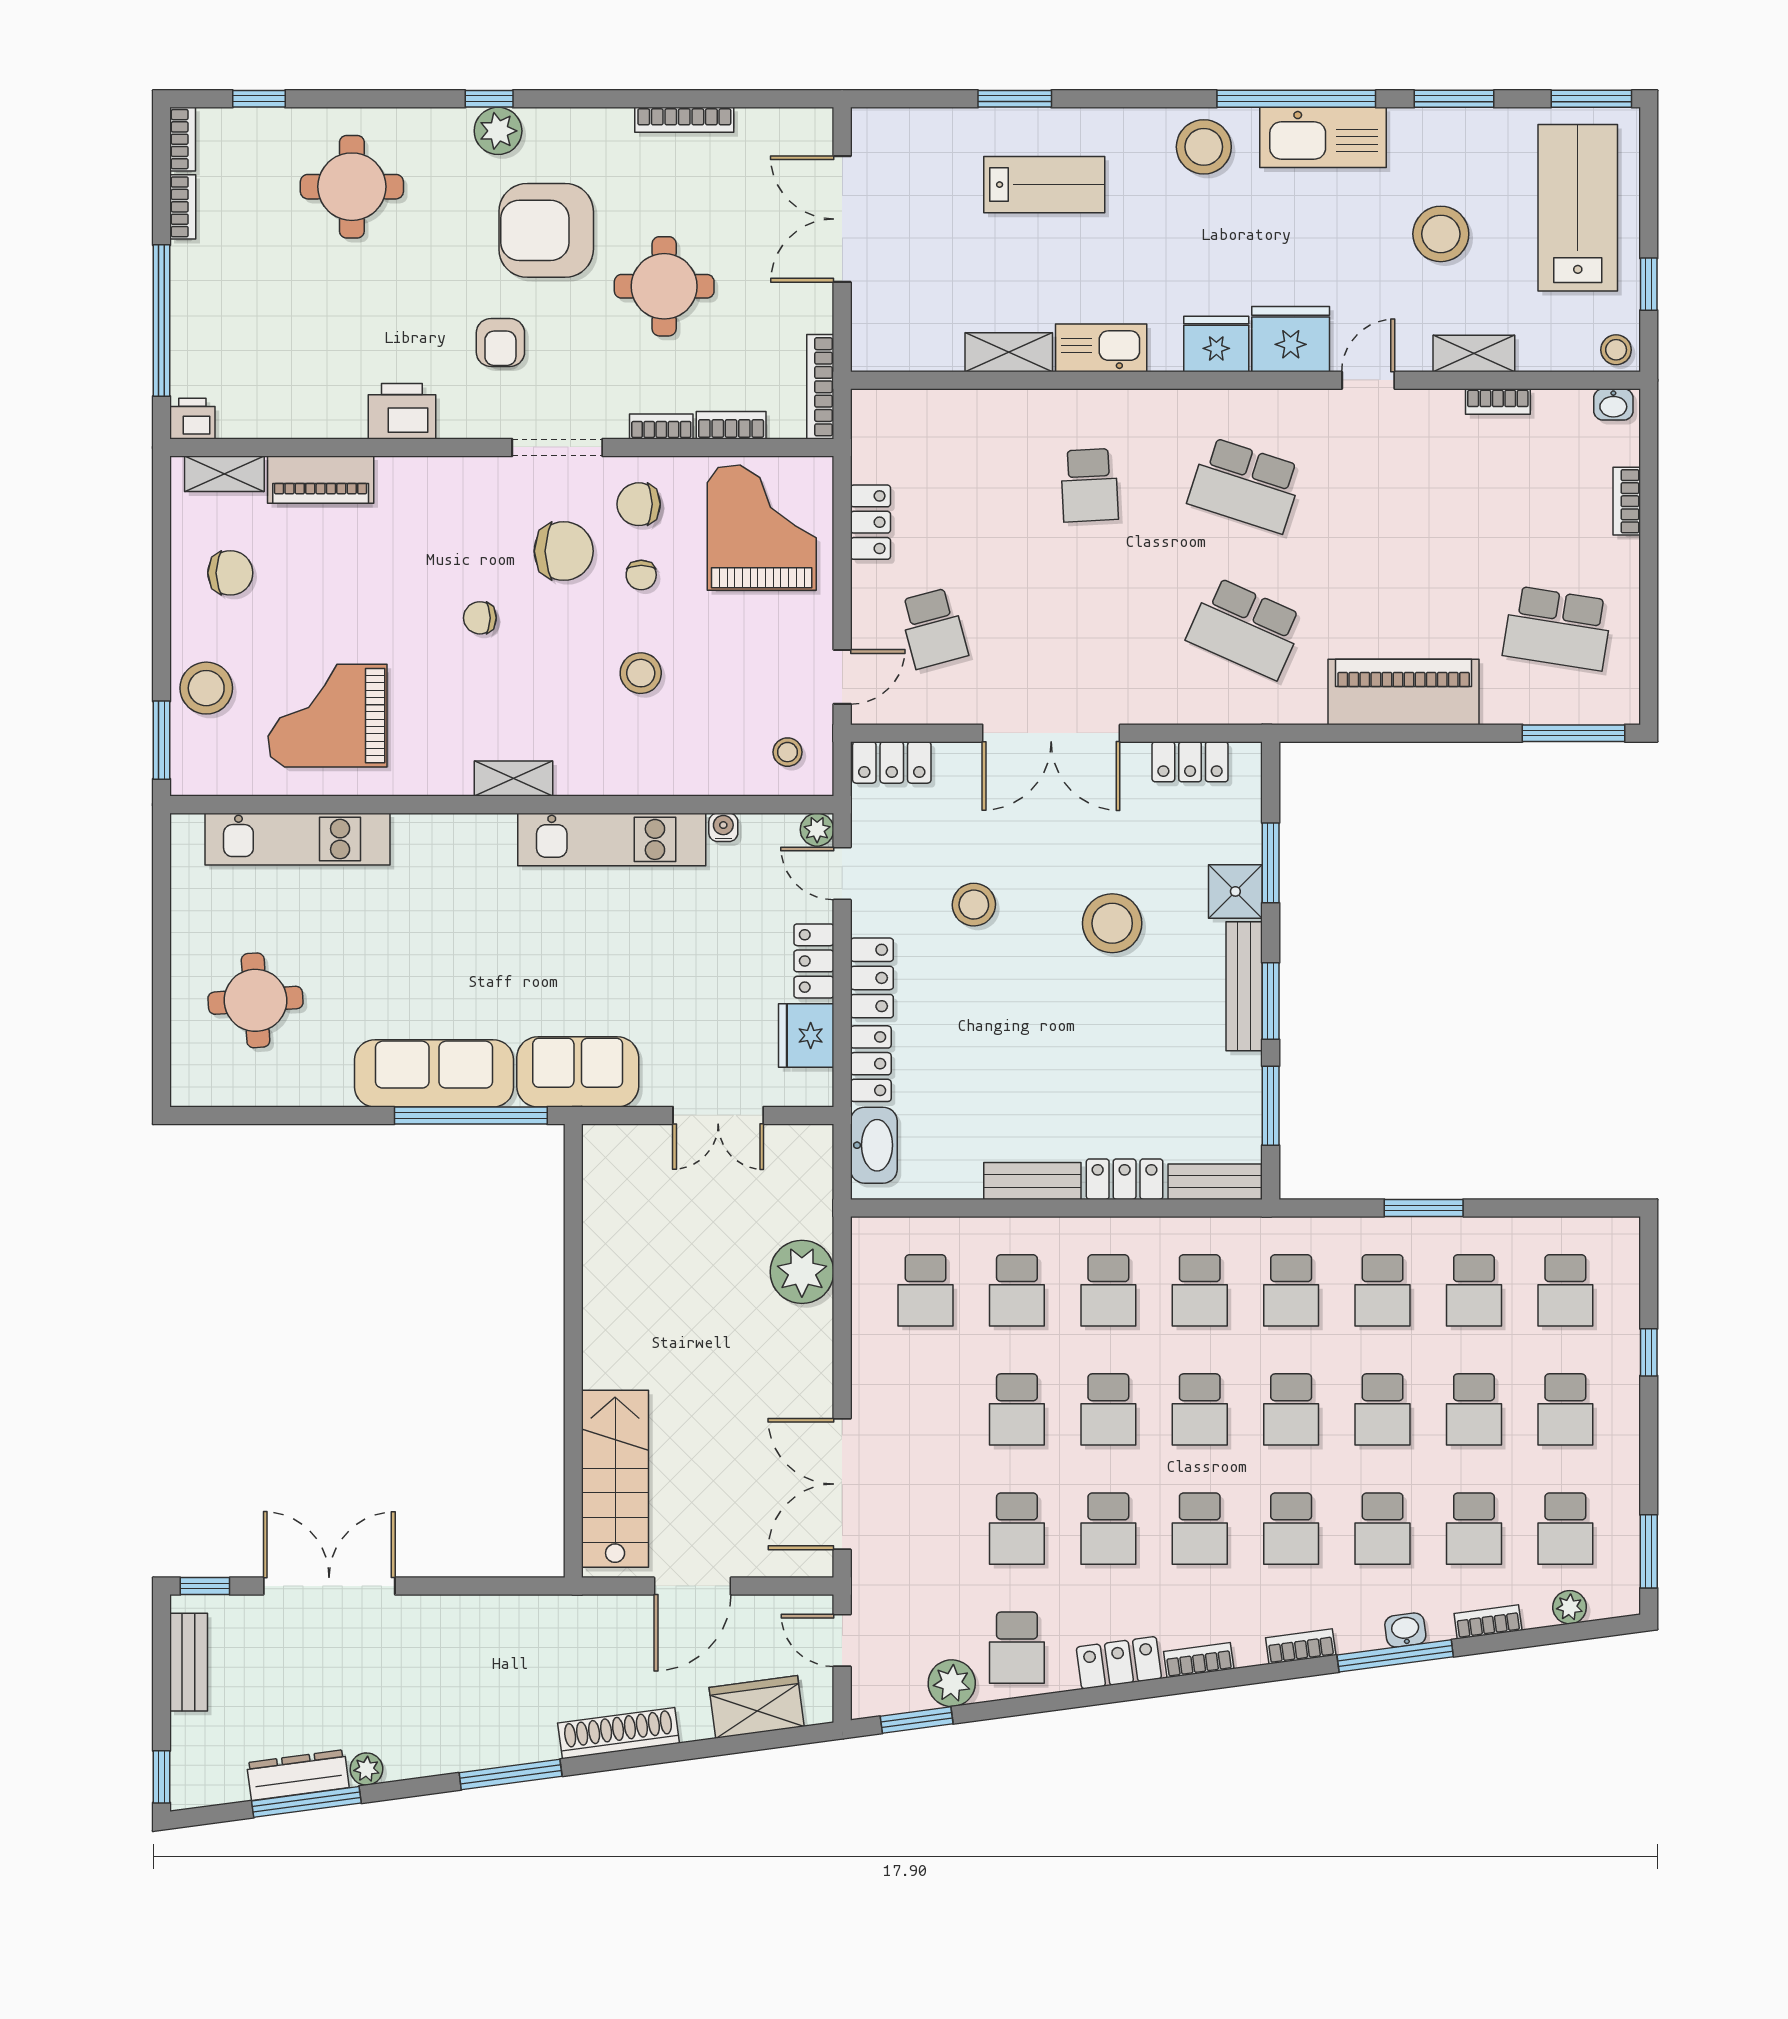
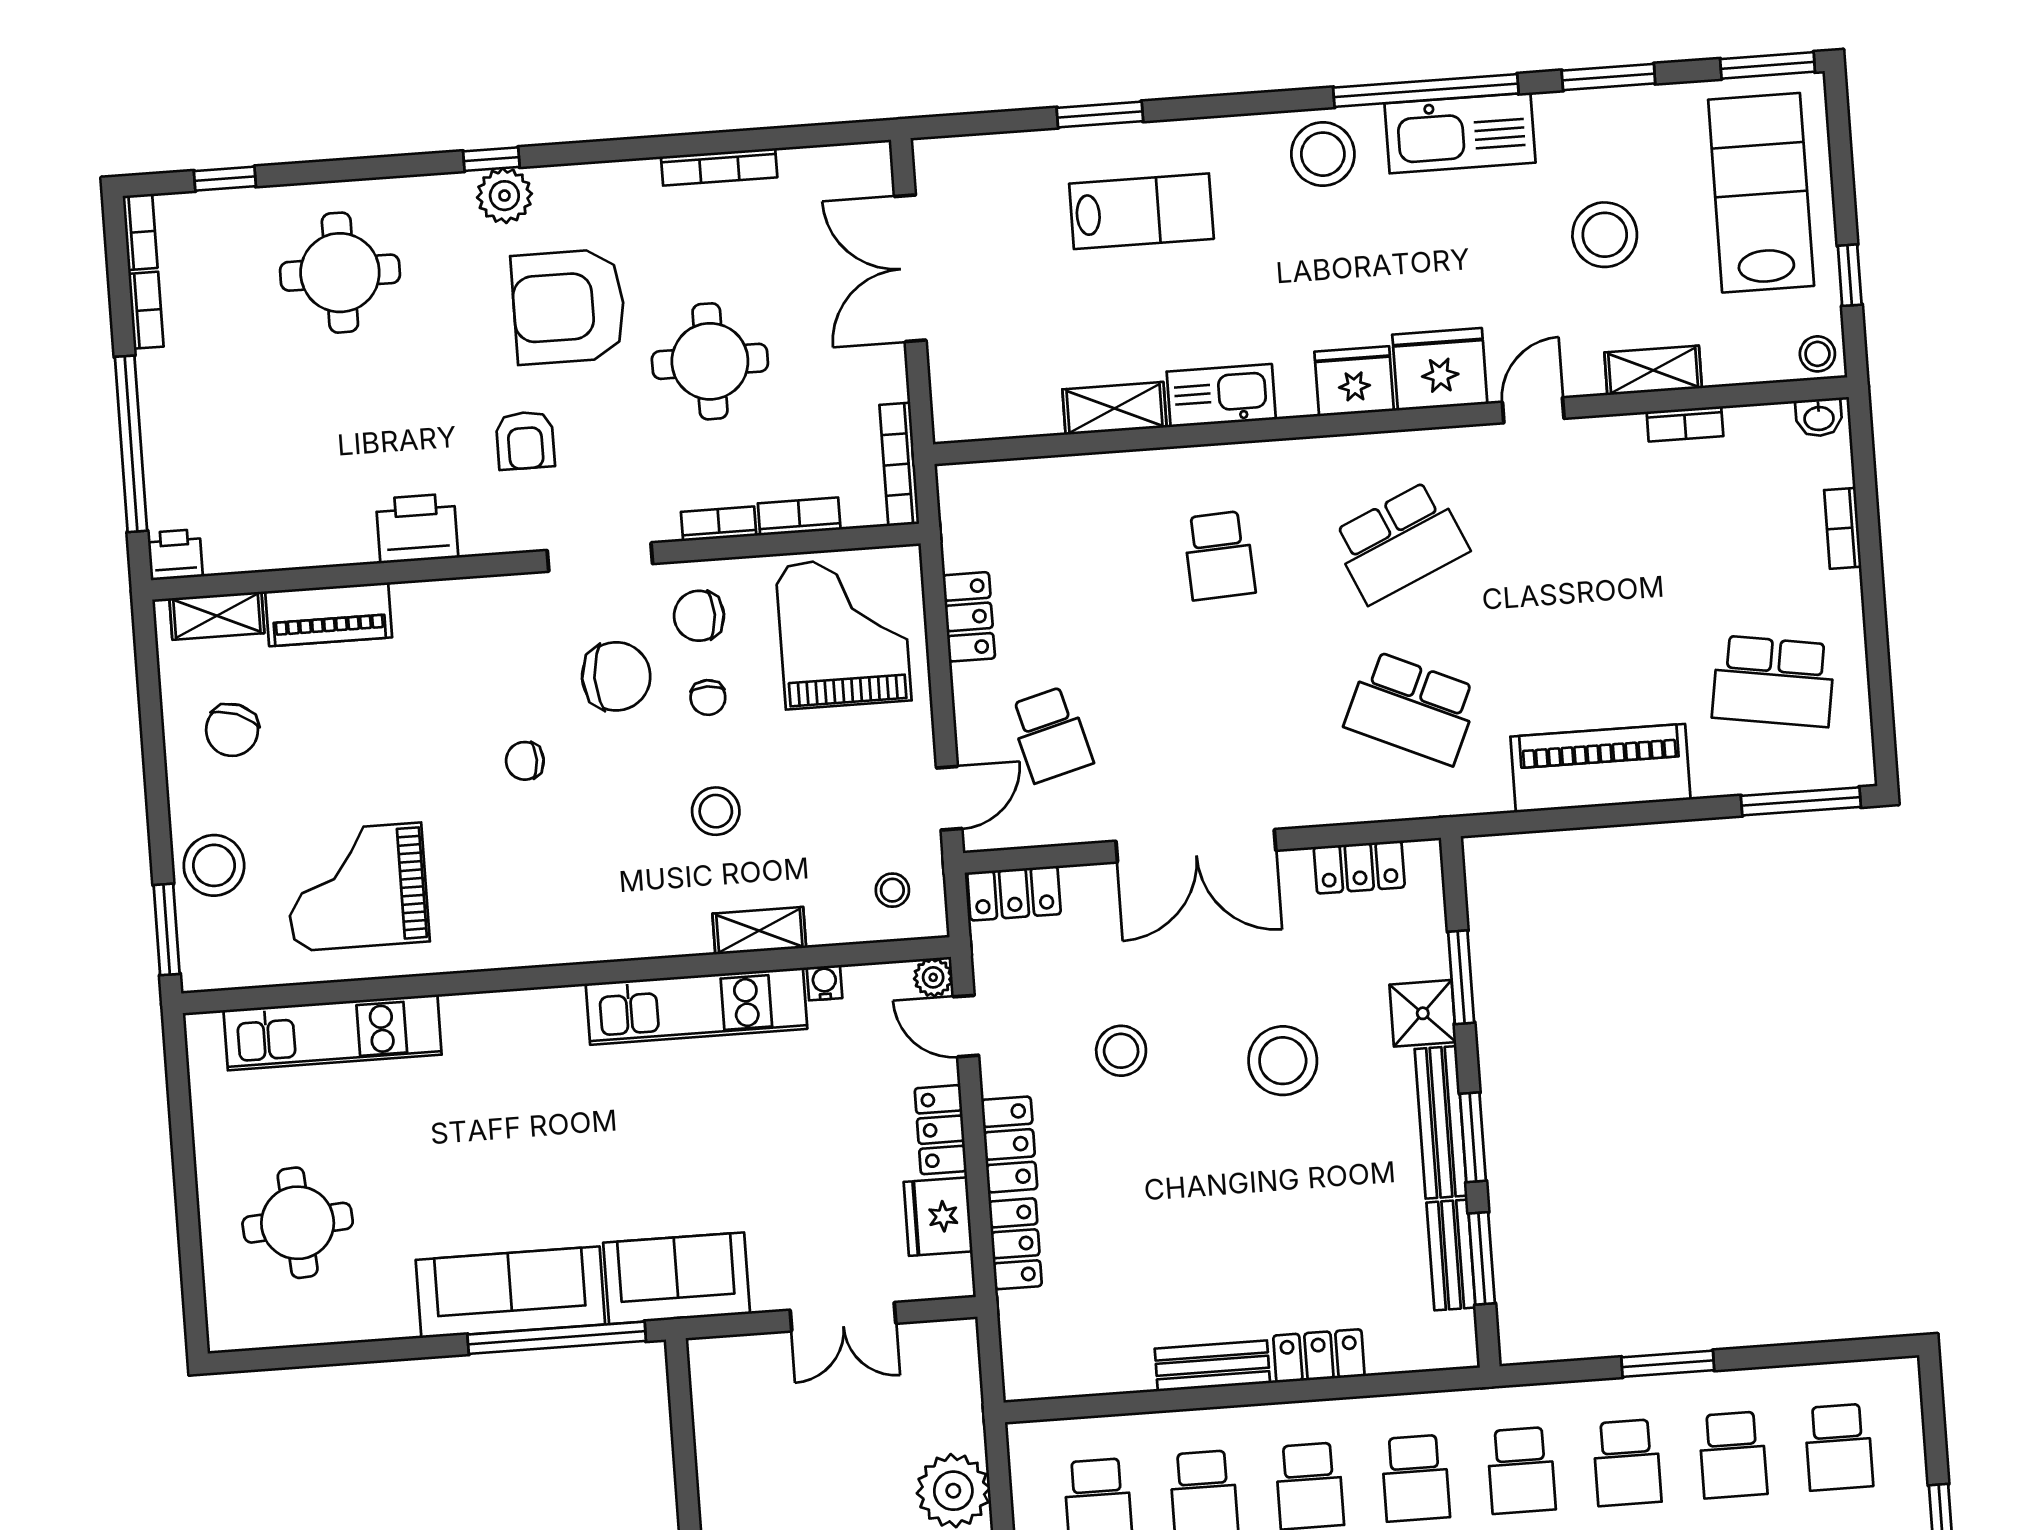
school desk: (1245, 485) -> (1400, 542), turned -42
chair: (230, 573) -> (232, 730), turned 111
shelving: (513, 779) -> (759, 931), moved
washbasin: (874, 1145) -> (1026, 1338), removed
bench: (1215, 1182) -> (1451, 1255), moved, turned 90

